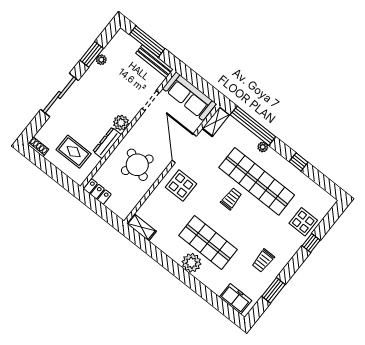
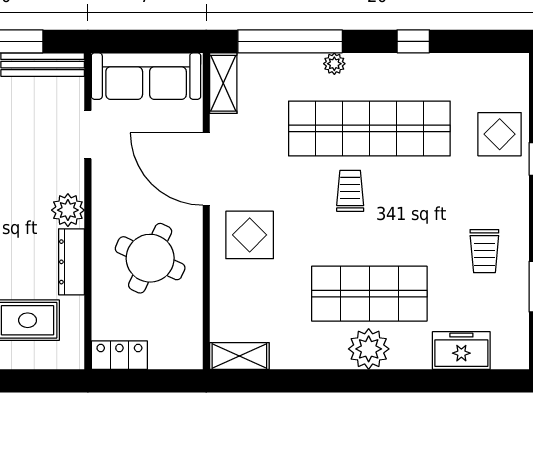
freezer: (236, 299) -> (461, 351), moved

